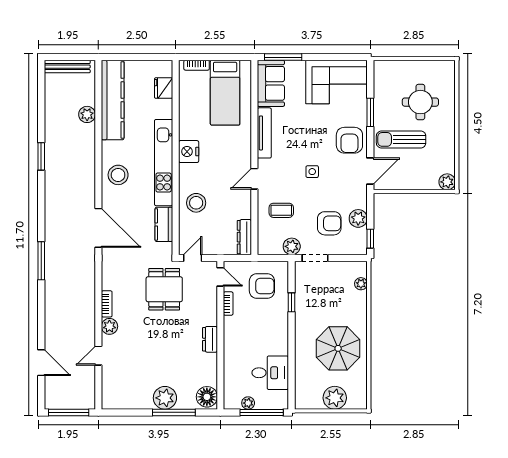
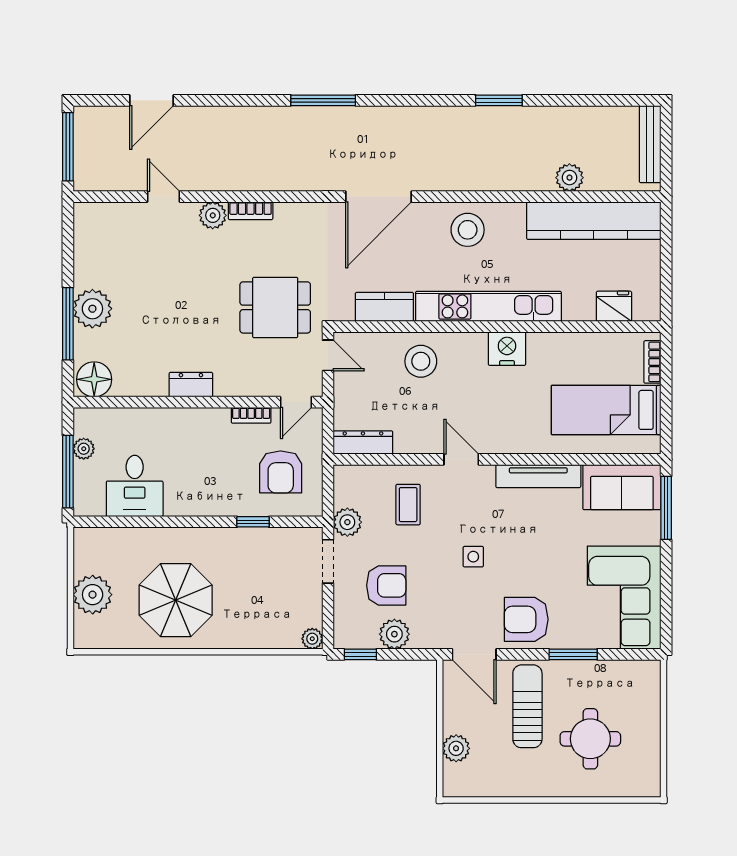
plant: (447, 182) -> (456, 748), moved
armchair: (329, 223) -> (386, 585), turned -90
plant: (361, 284) -> (312, 639), moved

